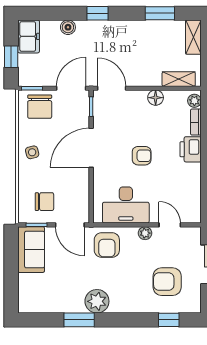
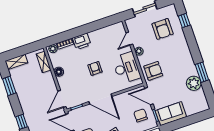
door: (70, 225) -> (149, 96), swing flipped
plant: (97, 301) -> (194, 83), moved

